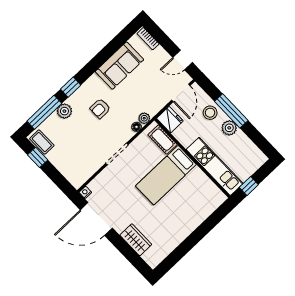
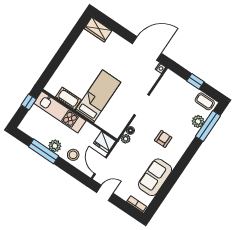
window: (71, 87) -> (191, 151), removed
plant: (64, 111) -> (198, 121), moved
window: (231, 111) -> (44, 151), moved
cot: (162, 140) -> (68, 98), moved
window: (38, 157) -> (195, 81), moved
wardrobe: (136, 240) -> (98, 30), moved

